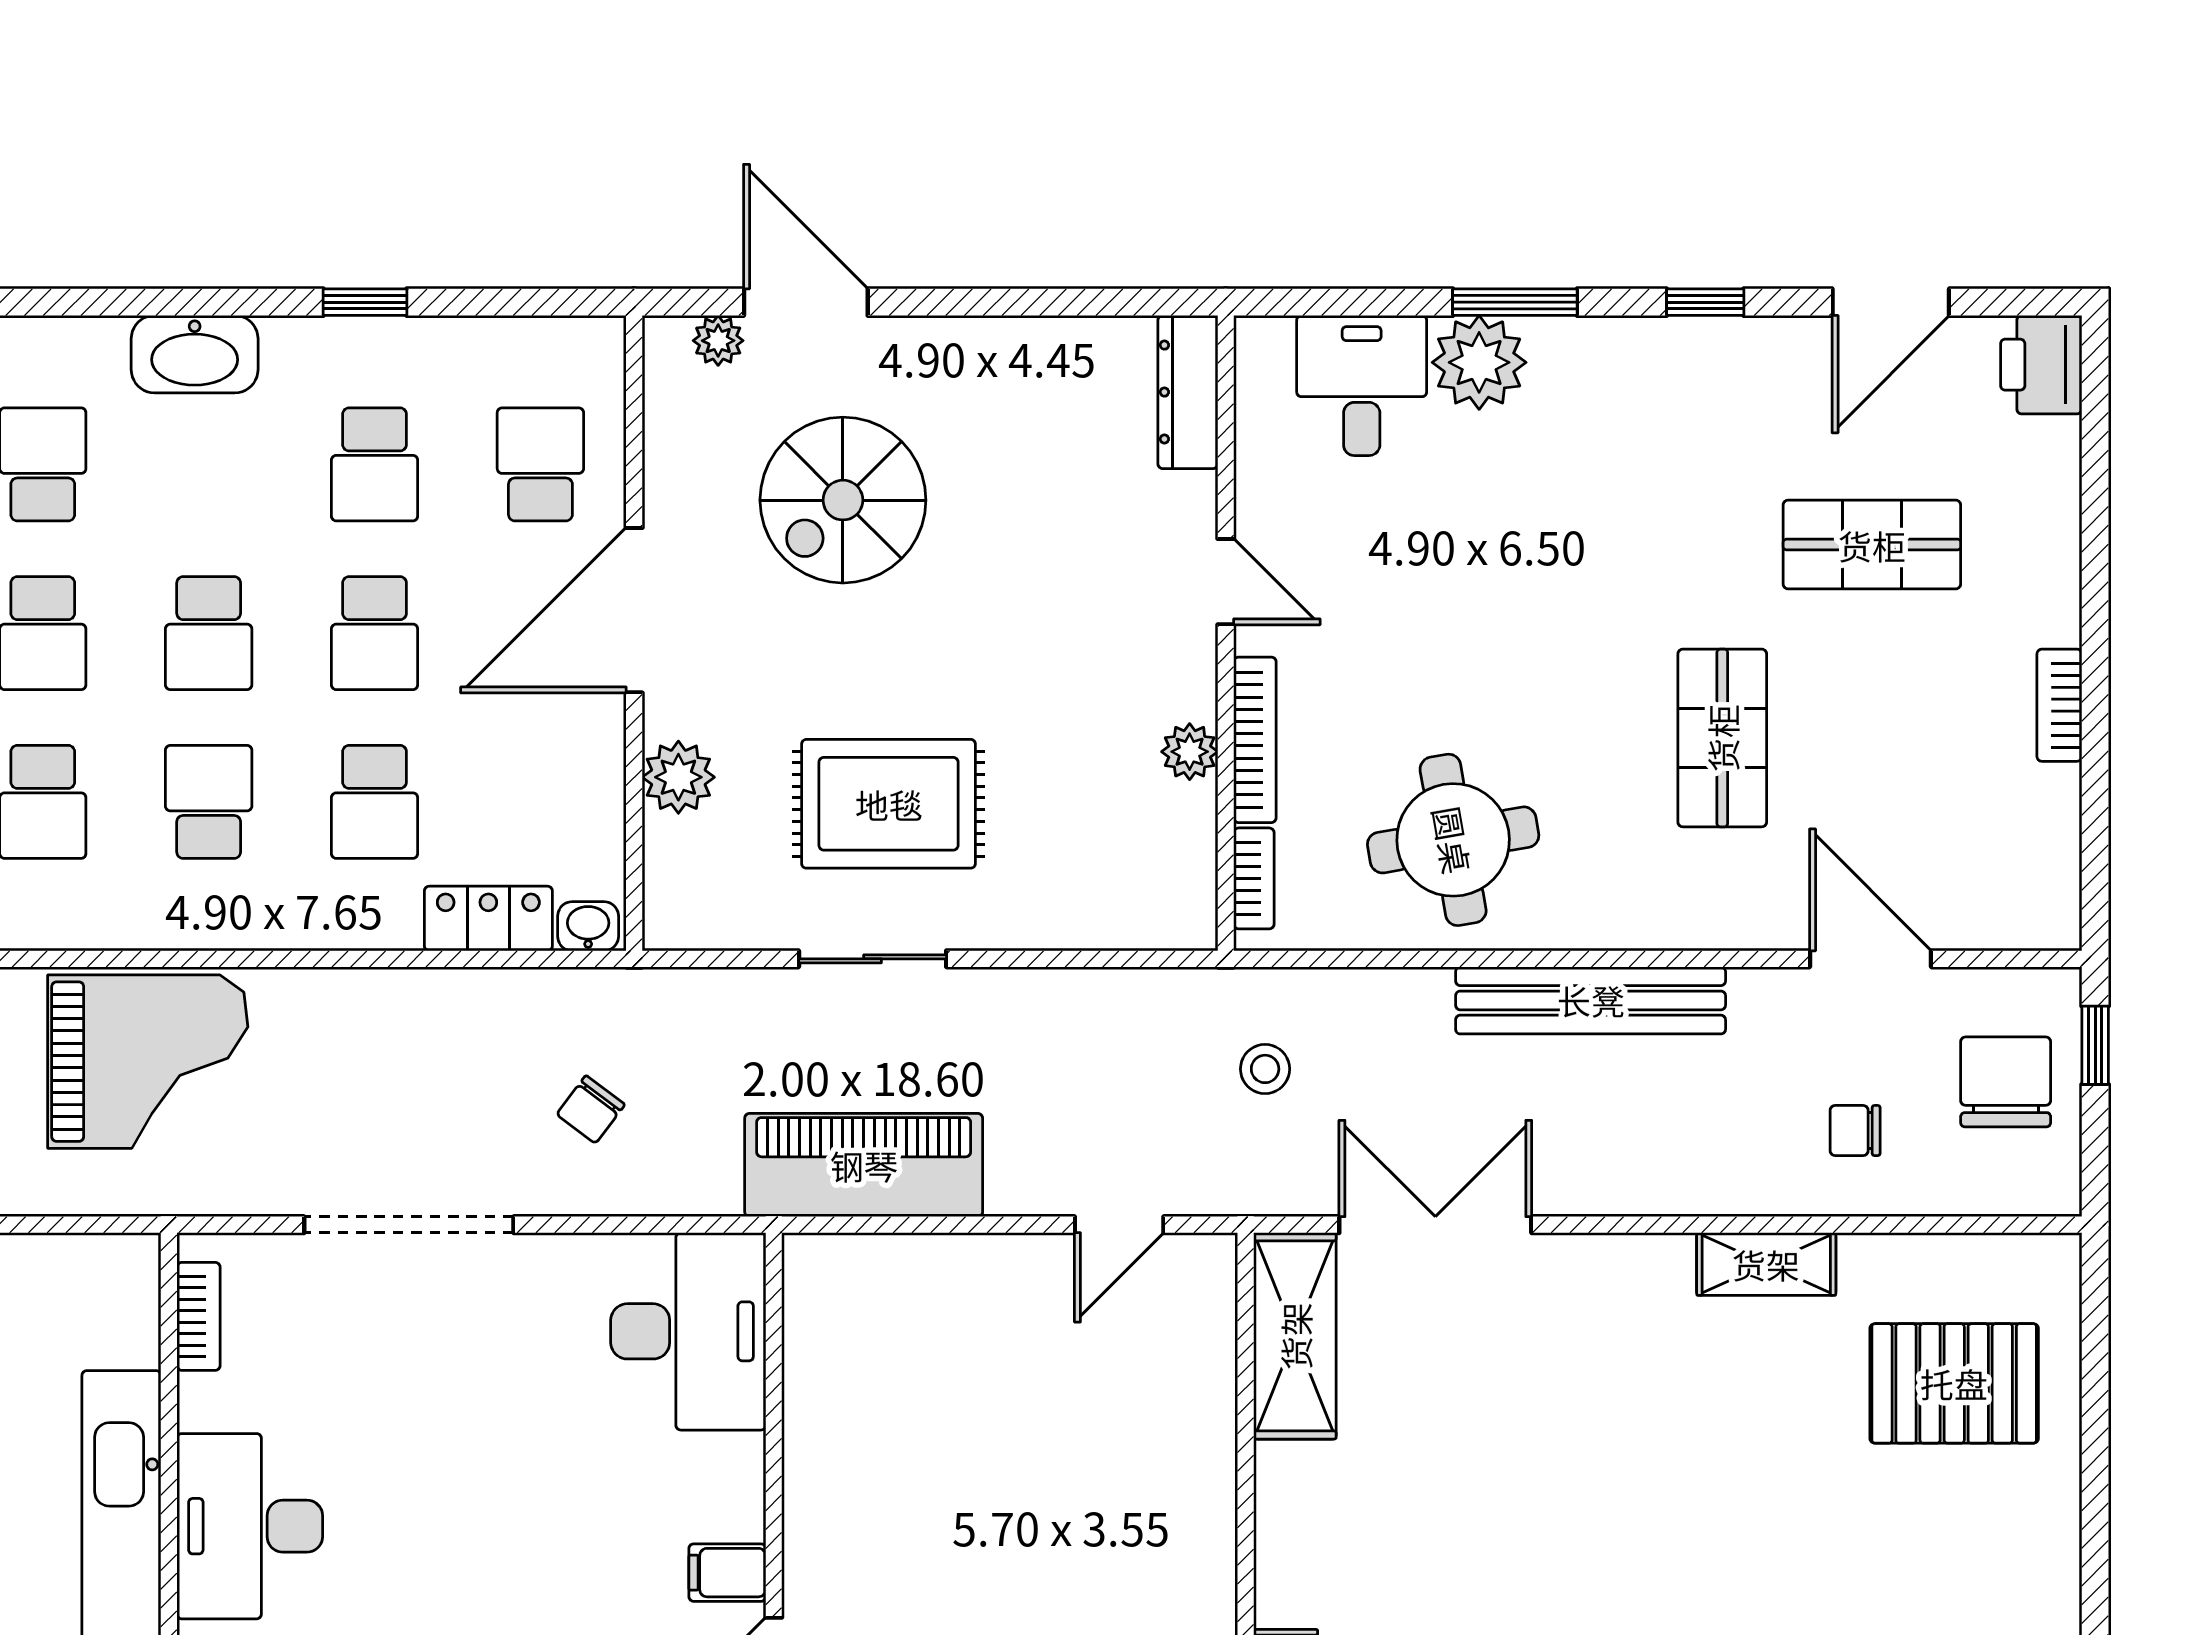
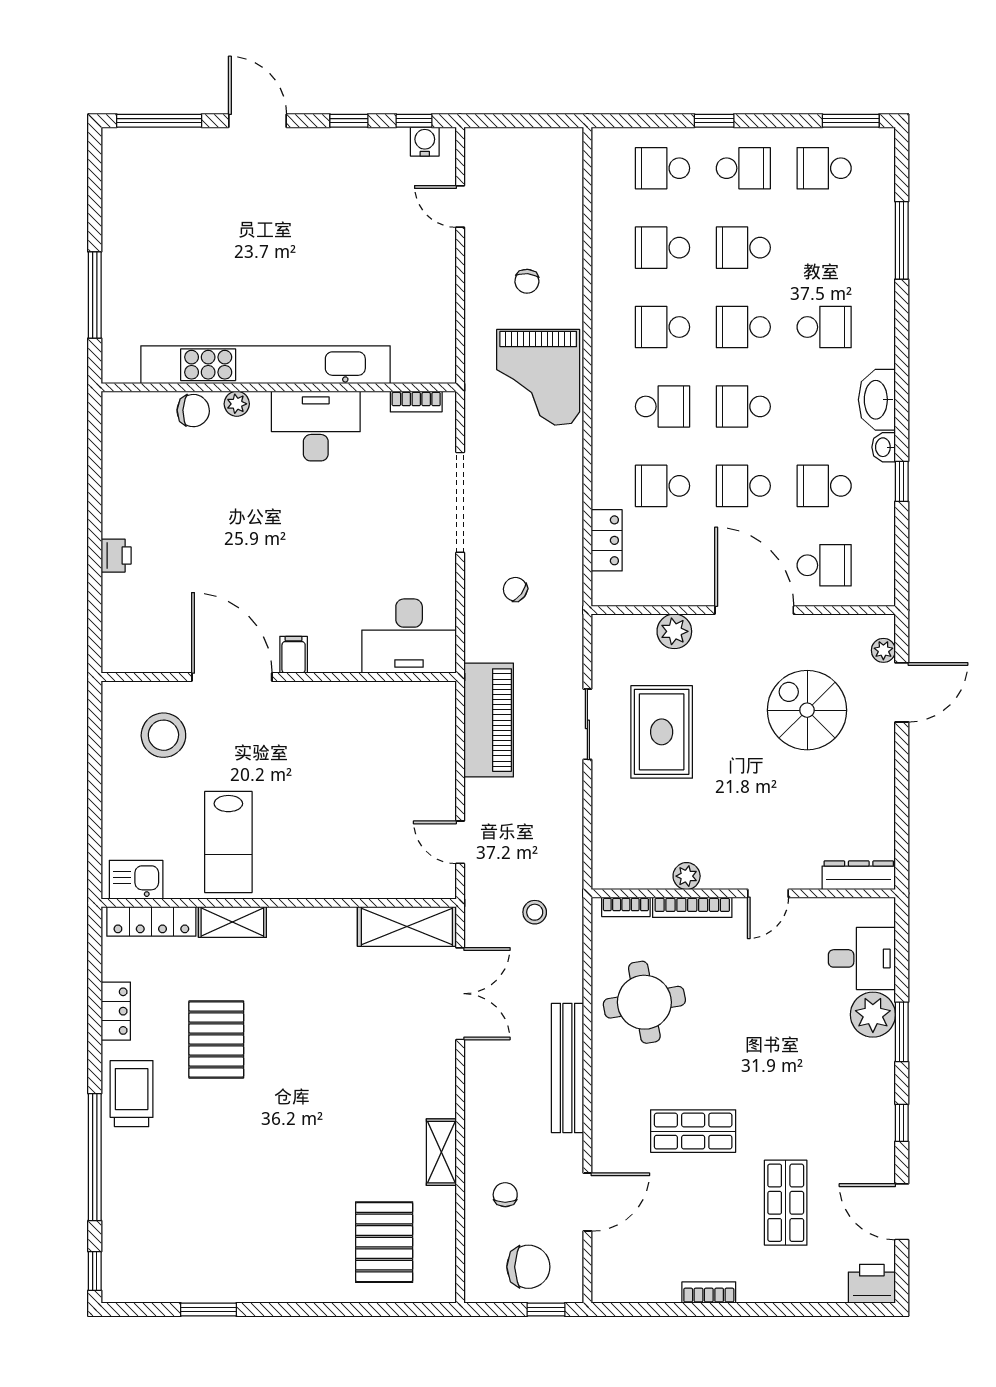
washbasin: (588, 926) -> (884, 447), moved, turned 180

